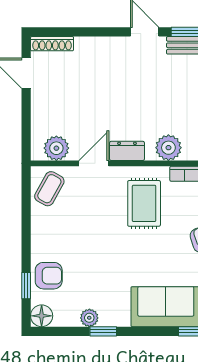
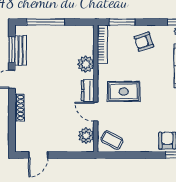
shoe rack: (52, 44) -> (19, 108), moved
rug: (144, 203) -> (124, 92), moved

